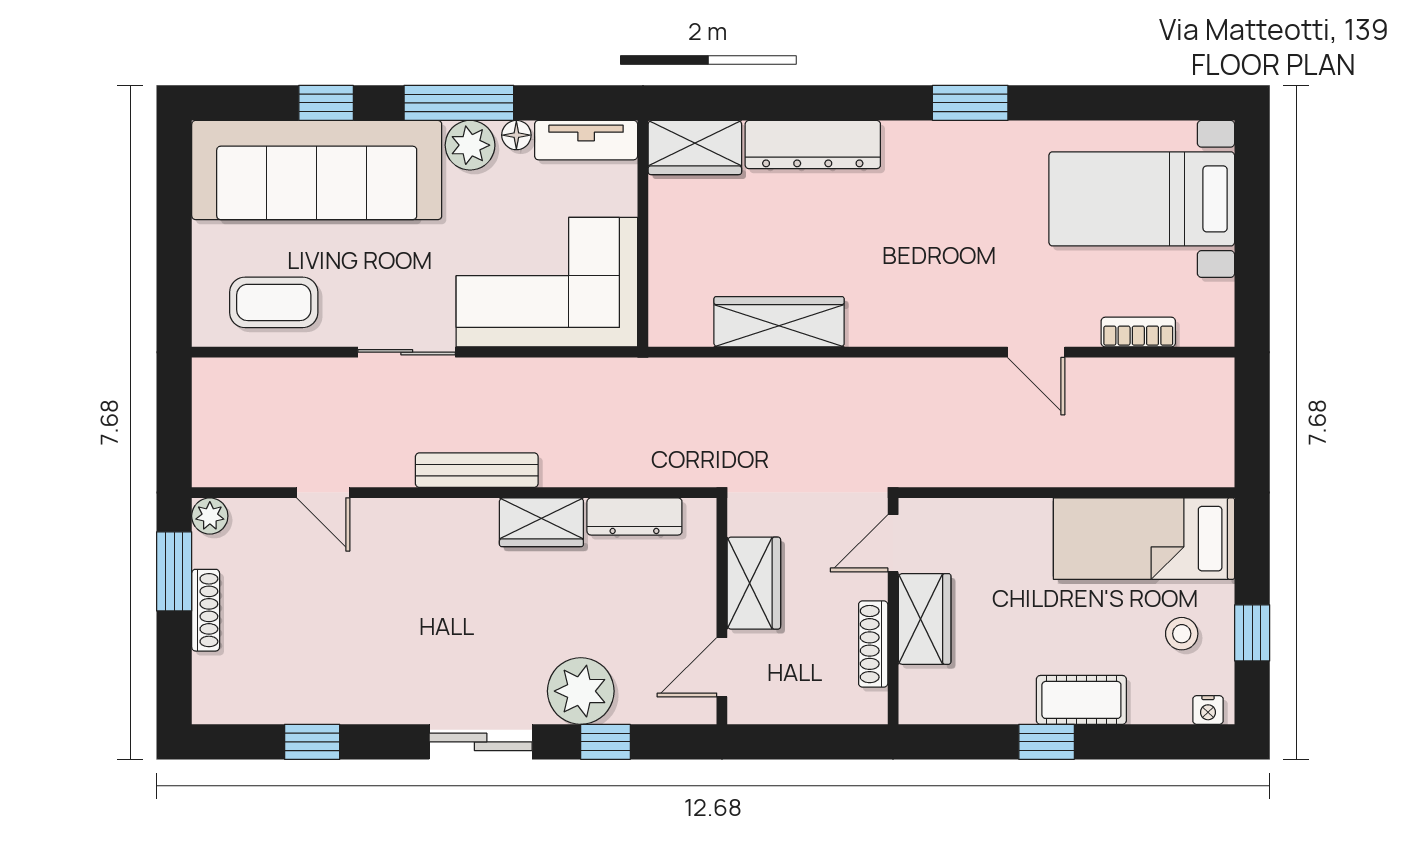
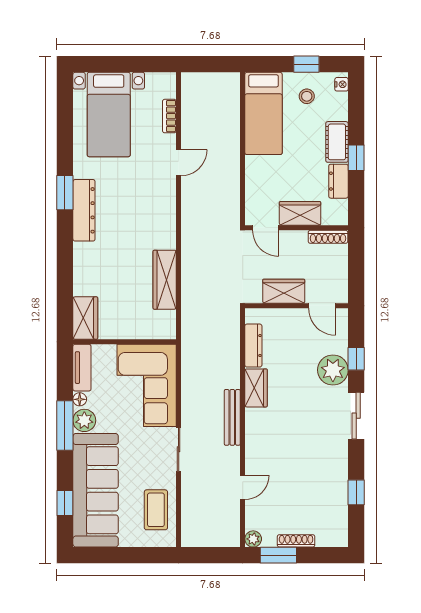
window: (326, 103) -> (65, 503), moved
dresser: (813, 145) -> (84, 210), moved
shoe rack: (873, 644) -> (328, 237), moved
dresser: (995, 703) -> (338, 181), added

